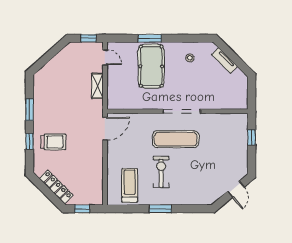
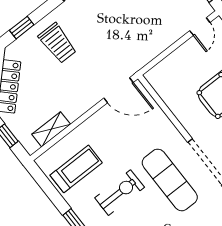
shelving: (97, 86) -> (51, 129), moved
window: (29, 141) -> (22, 28), moved

